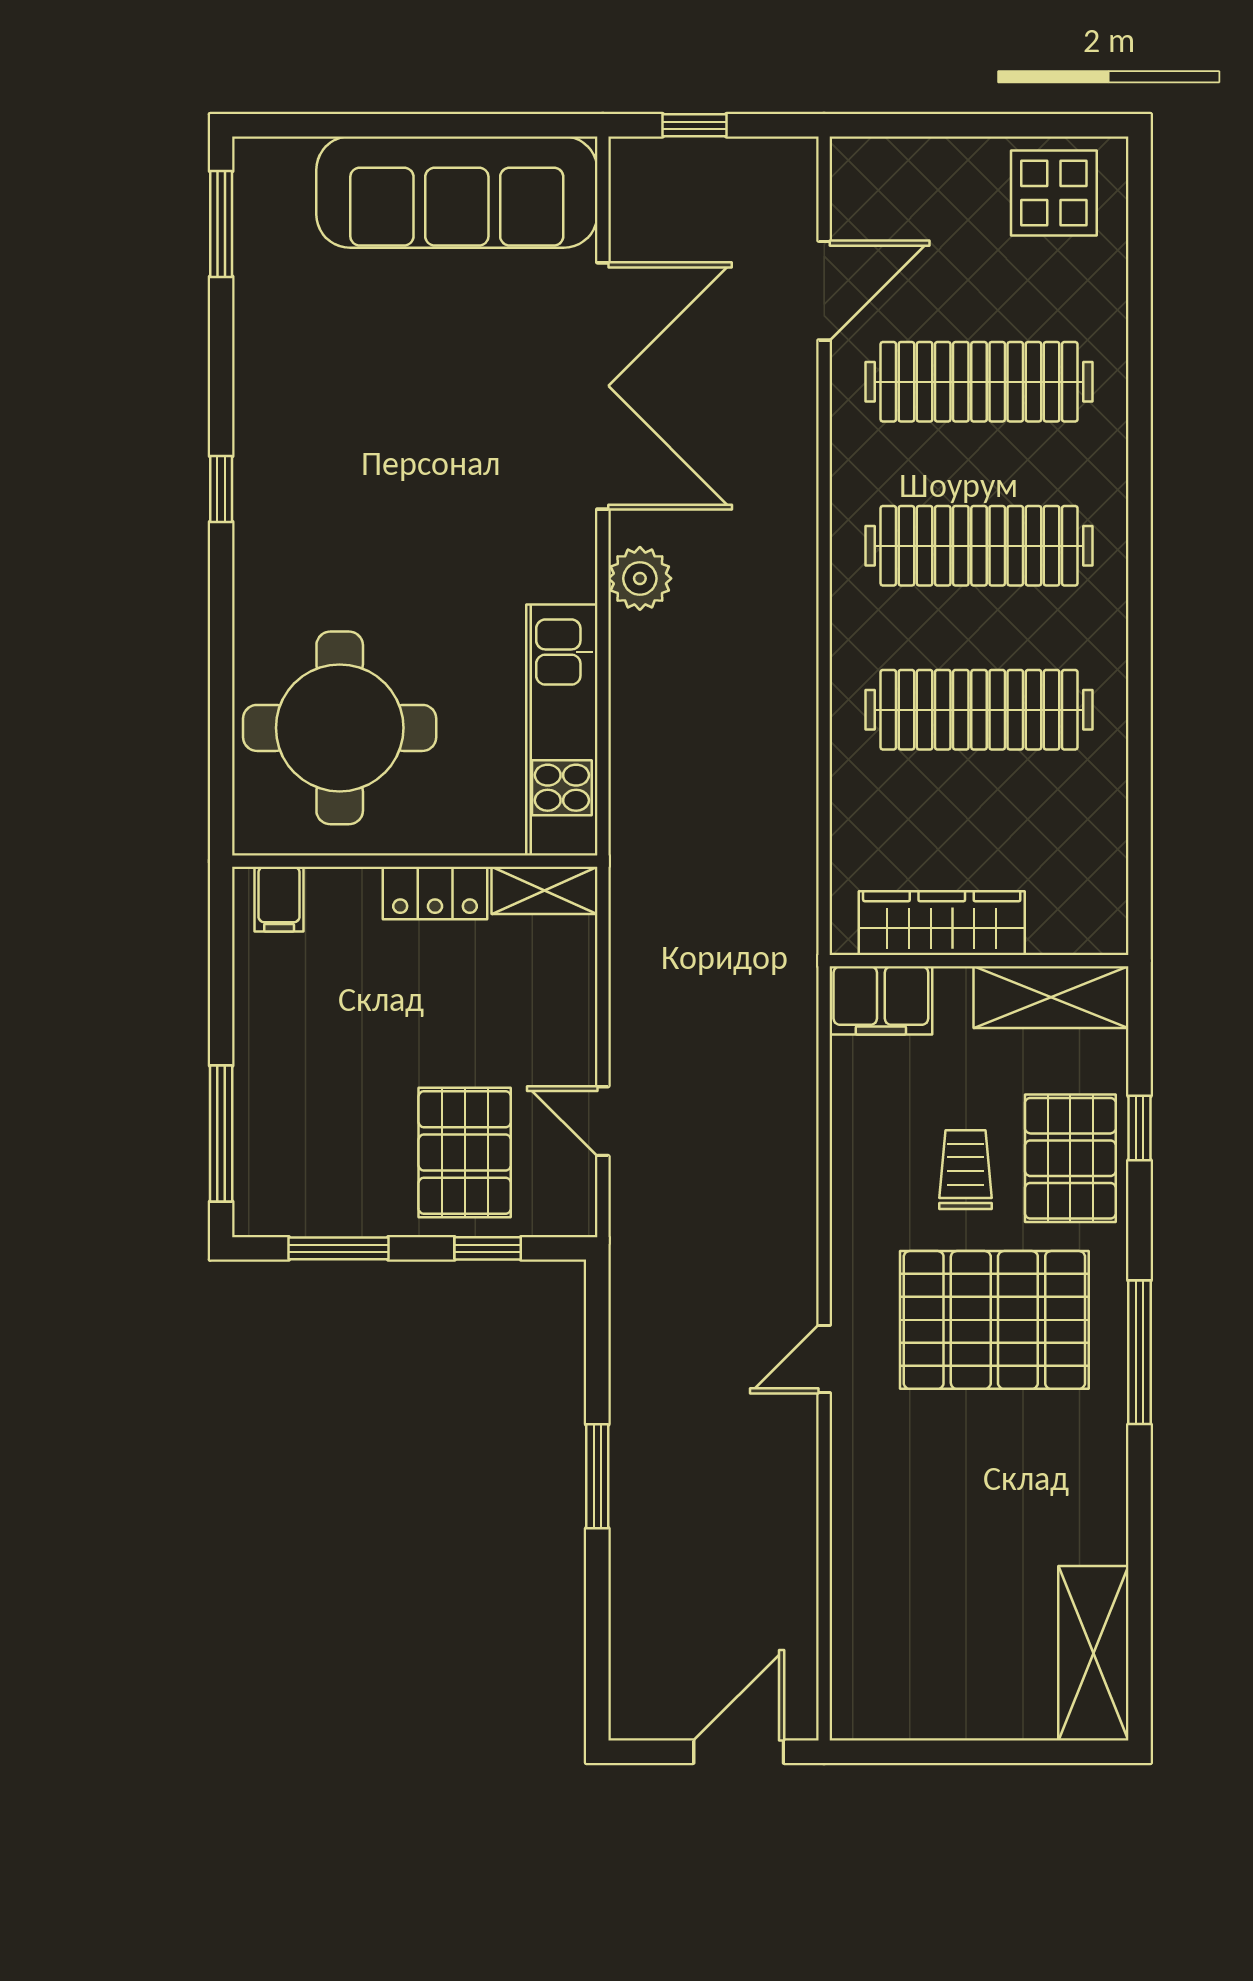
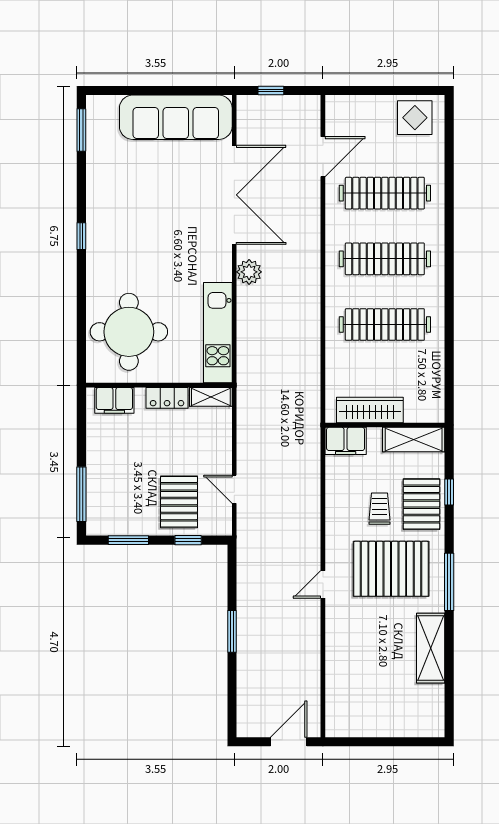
filing cabinet: (279, 899) -> (114, 400), width x2.00
shelving: (1093, 1653) -> (431, 648), moved

